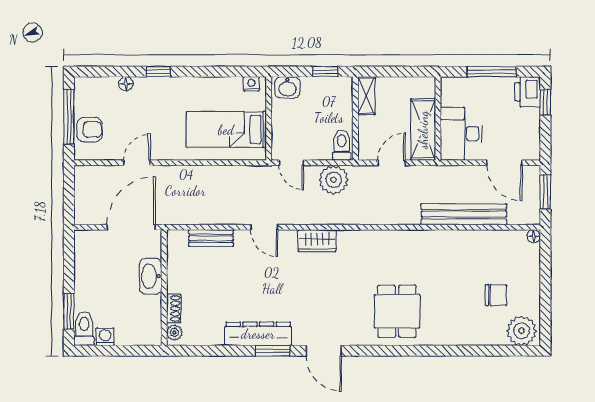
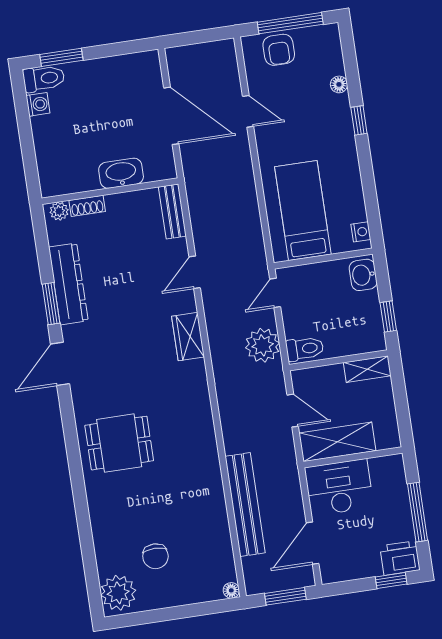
washbasin: (151, 276) -> (121, 173), moved
wall: (164, 288) -> (110, 191), moved
shoe rack: (174, 309) -> (87, 206), moved
plant: (174, 332) -> (59, 211), moved

